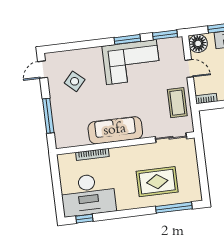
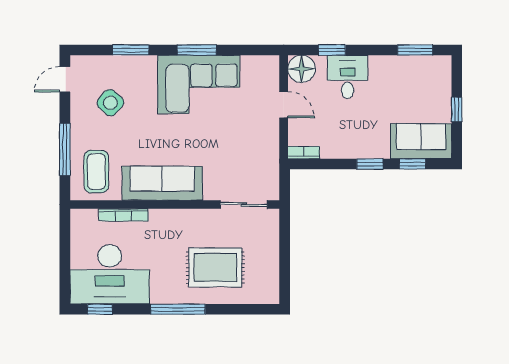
window: (165, 35) -> (131, 50), moved
coffee table: (177, 103) -> (96, 172), moved
window: (174, 208) -> (178, 309), moved

